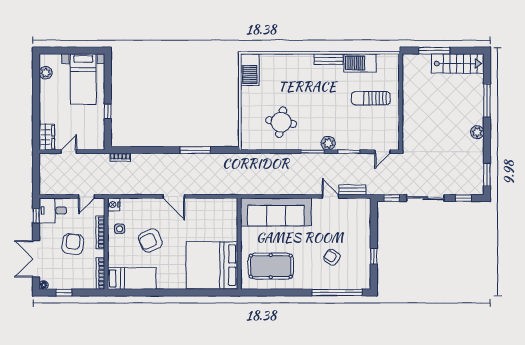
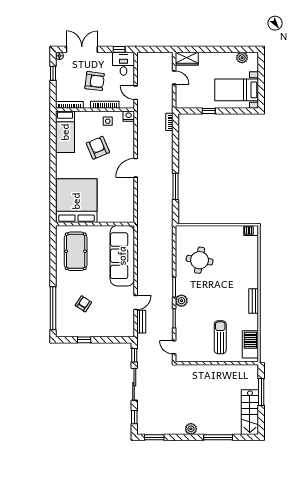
barbecue: (360, 63) -> (250, 344), moved
barbecue: (250, 70) -> (251, 230), width x0.53, depth x0.65

